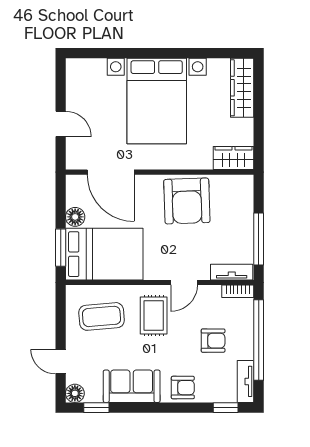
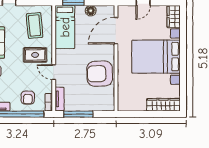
wardrobe: (233, 158) -> (174, 17), moved, turned 180
bed: (104, 254) -> (65, 27), width x0.67
armchair: (213, 341) -> (28, 98), moved

